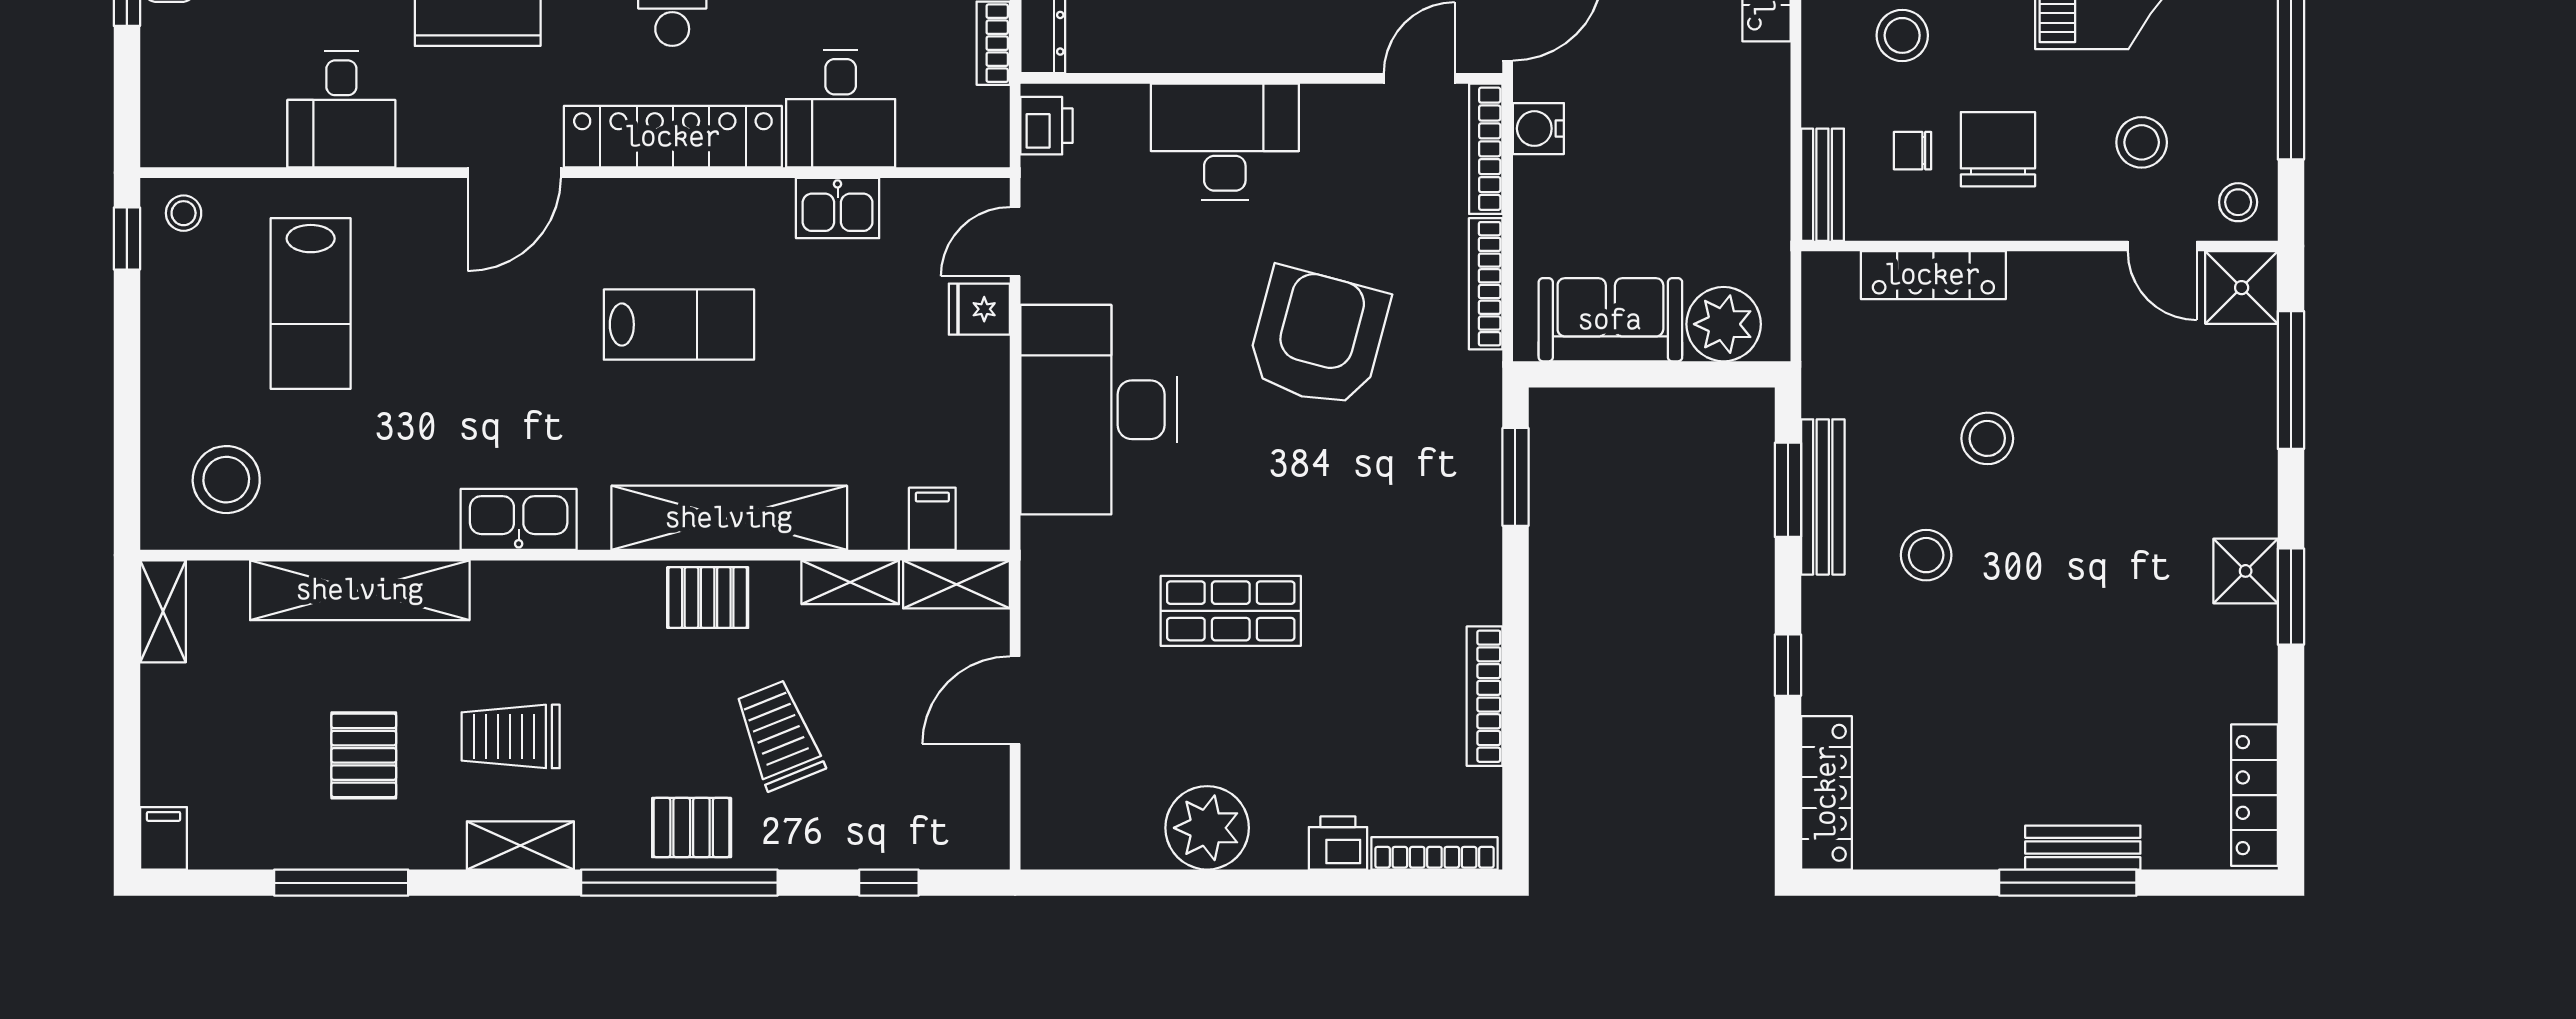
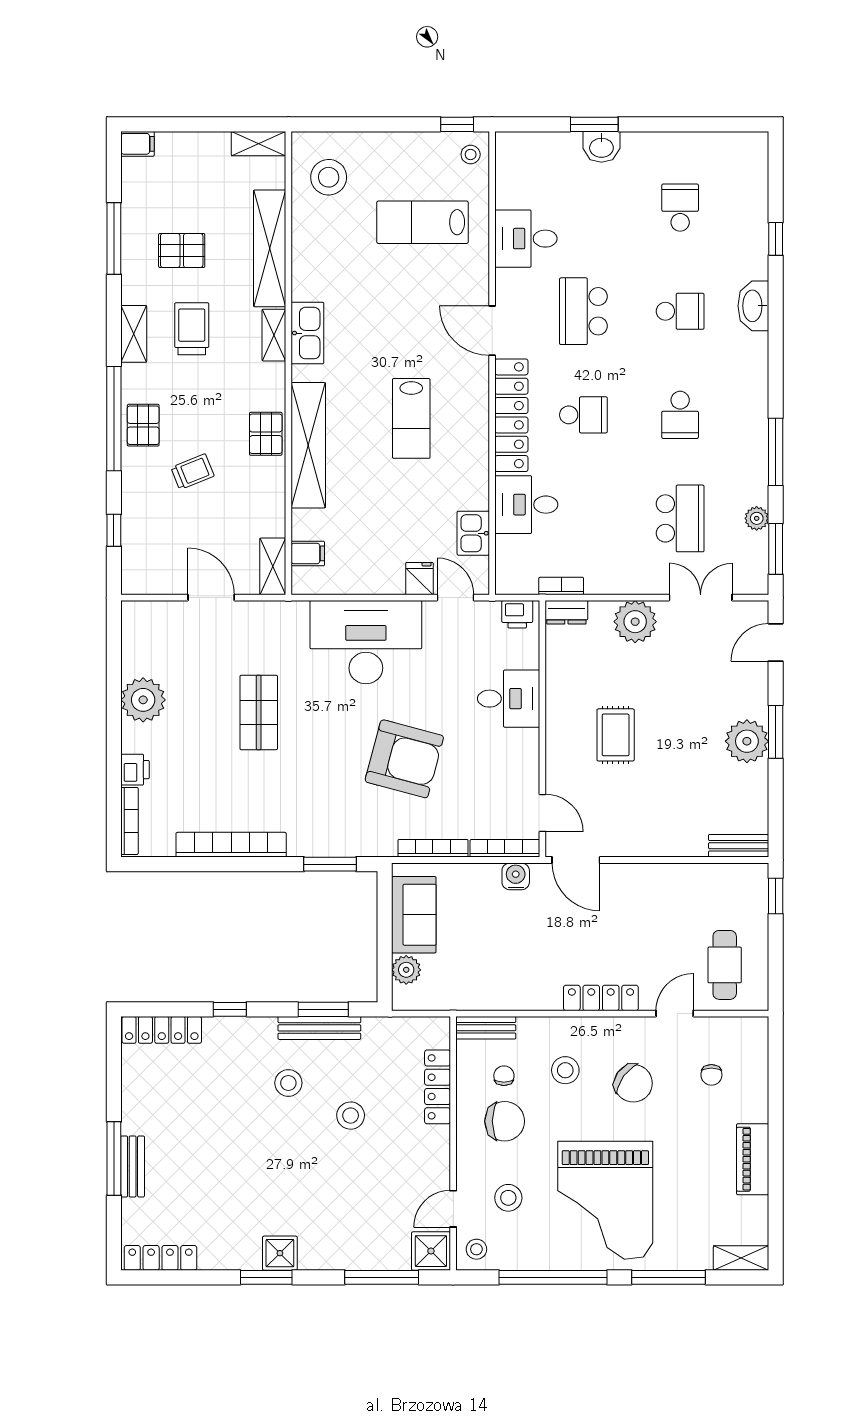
desk: (1225, 142) -> (509, 699), width x0.73
kitchen sink: (838, 208) -> (473, 533), moved
plant: (1724, 324) -> (406, 970), width x0.73, depth x0.73
shelving: (850, 582) -> (274, 335), moved
bookcase: (1485, 696) -> (231, 845), width x1.48, depth x1.31
trolley: (779, 735) -> (192, 472), width x0.73, depth x0.72

